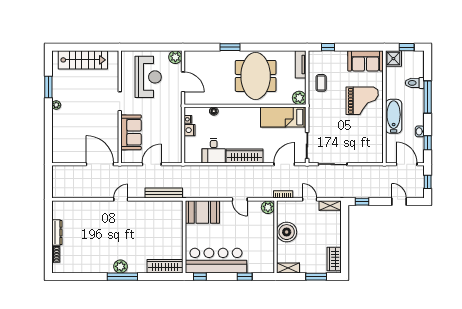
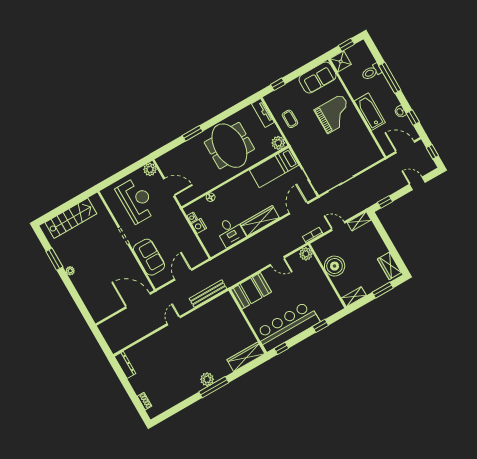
dresser: (57, 232) -> (125, 365), moved

